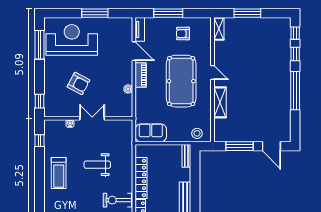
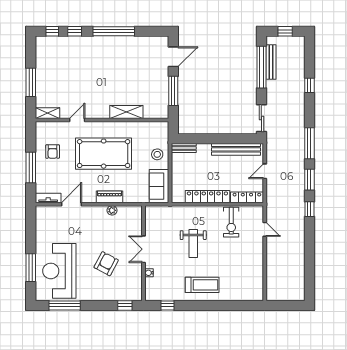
window: (95, 13) -> (31, 268), moved
door: (212, 73) -> (77, 120), moved
piano: (141, 75) -> (110, 197), moved
stool: (197, 133) -> (157, 154), moved

